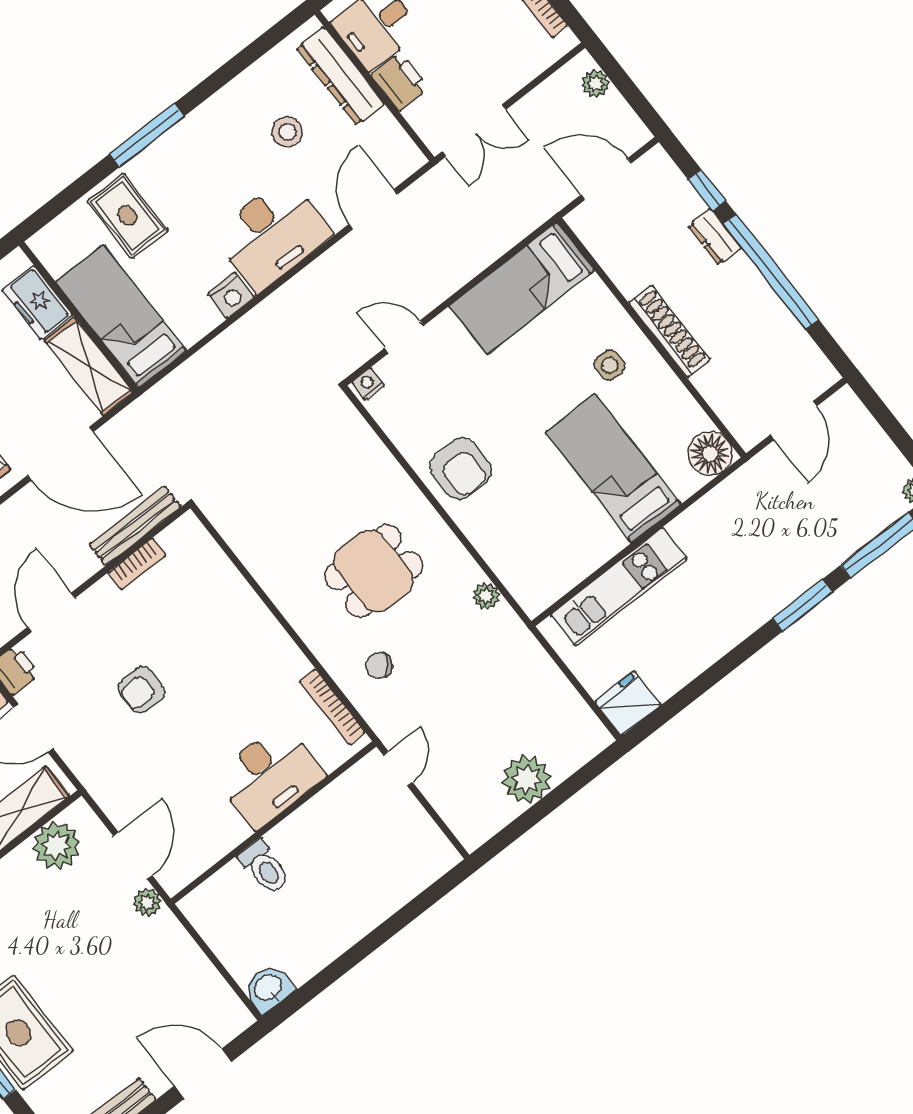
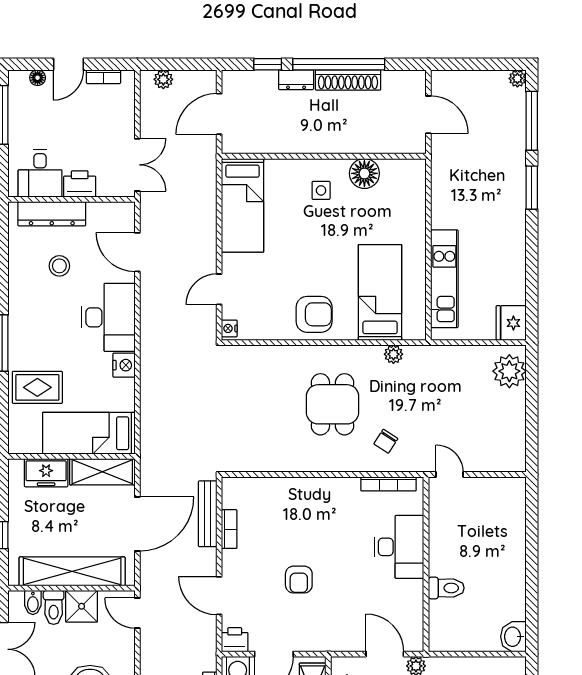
shoe rack: (669, 331) -> (348, 80), moved, turned 180
floor lamp: (710, 454) -> (364, 173), moved
bed: (613, 468) -> (380, 292), moved, turned 90
plant: (527, 779) -> (509, 371), moved

